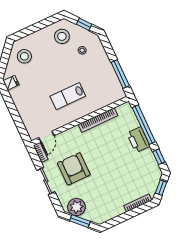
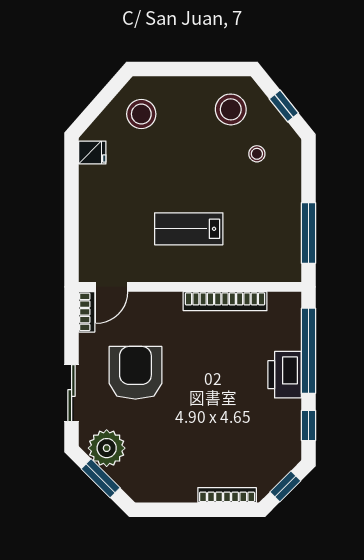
sliding door: (46, 181) -> (72, 393), moved

